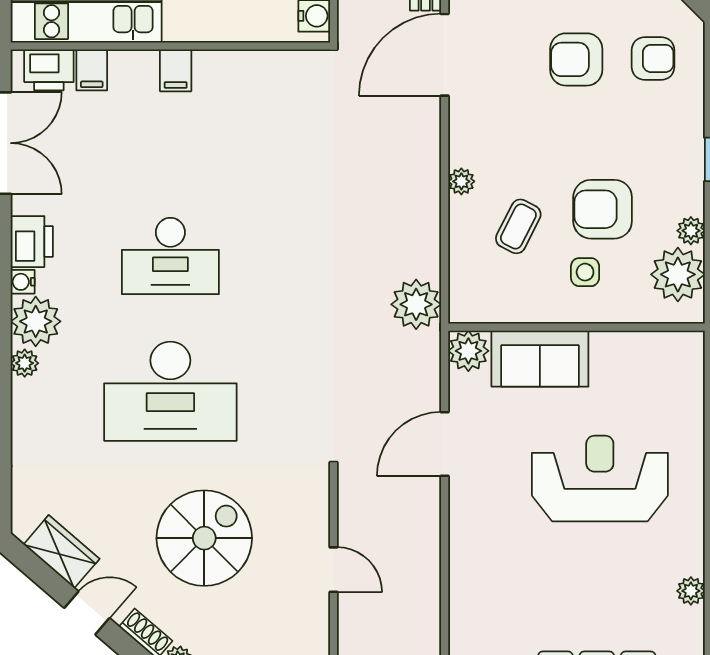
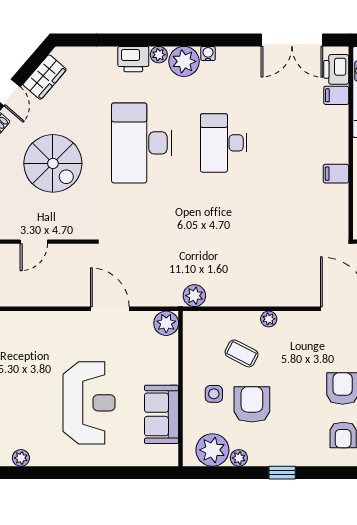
filing cabinet: (176, 70) -> (336, 174), moved
printer: (32, 242) -> (133, 59), moved
plant: (416, 304) -> (194, 296), width x0.73, depth x0.73
sofa: (540, 359) -> (161, 414), moved

